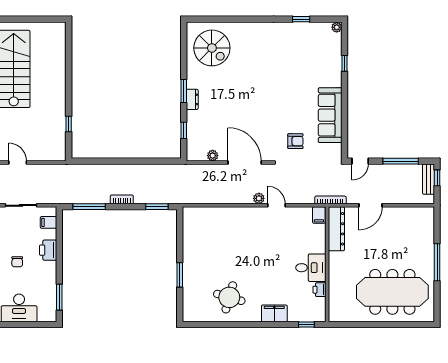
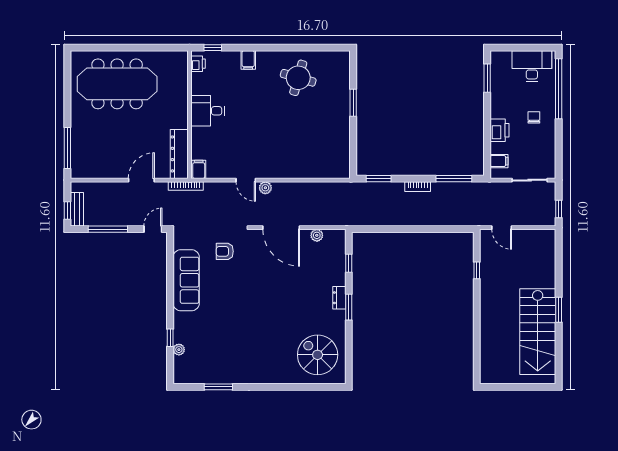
window: (301, 19) -> (218, 387), width x1.50
plant: (337, 27) -> (179, 350), moved
door: (18, 162) -> (502, 228), moved
window: (437, 262) -> (67, 148), moved
printer: (319, 290) -> (198, 64), moved
filing cabinet: (274, 313) -> (248, 60), width x0.50

